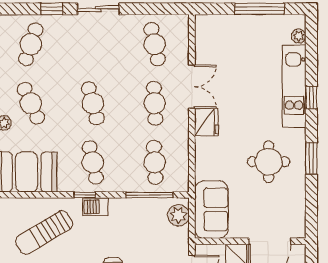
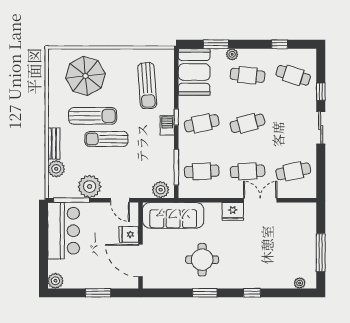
kitchen unit: (294, 86) -> (261, 279), removed
double door: (192, 87) -> (260, 200), swing flipped
cafe table: (31, 103) -> (247, 75), turned 30
sofa: (211, 209) -> (173, 215), width x1.36
sun lounger: (44, 232) -> (147, 86), turned -153

